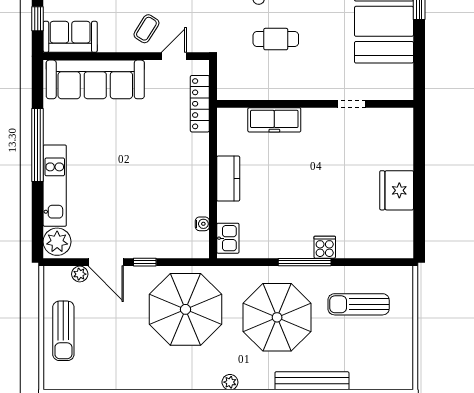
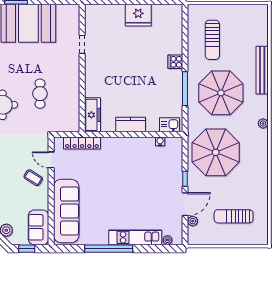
freezer: (274, 120) -> (93, 115), moved
plant: (57, 242) -> (168, 240), width x0.53, depth x0.53
window: (305, 262) -> (185, 89), moved
sun lounger: (63, 331) -> (234, 216), moved, turned 180

